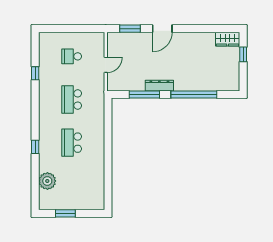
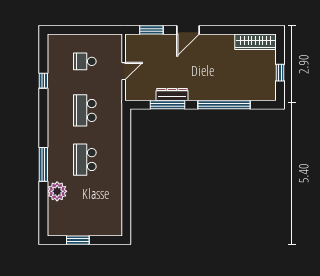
wardrobe: (228, 39) -> (256, 42), width x1.50
window: (243, 54) -> (280, 73), moved
dresser: (159, 86) -> (172, 95), moved
window: (35, 147) -> (43, 164), width x2.17
plant: (47, 181) -> (57, 191), moved

